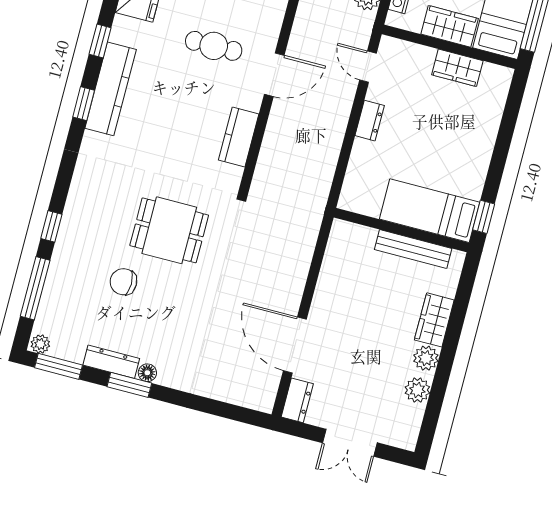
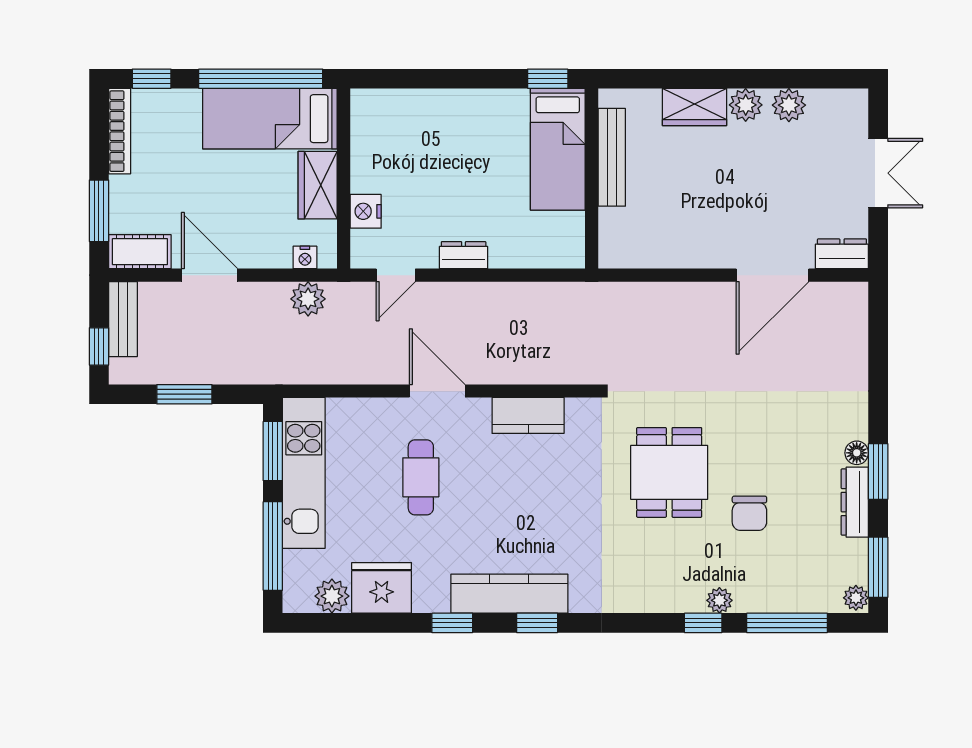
nightstand: (421, 57) -> (366, 211), added
wardrobe: (457, 68) -> (368, 162), removed
plant: (65, 243) -> (719, 600), added

